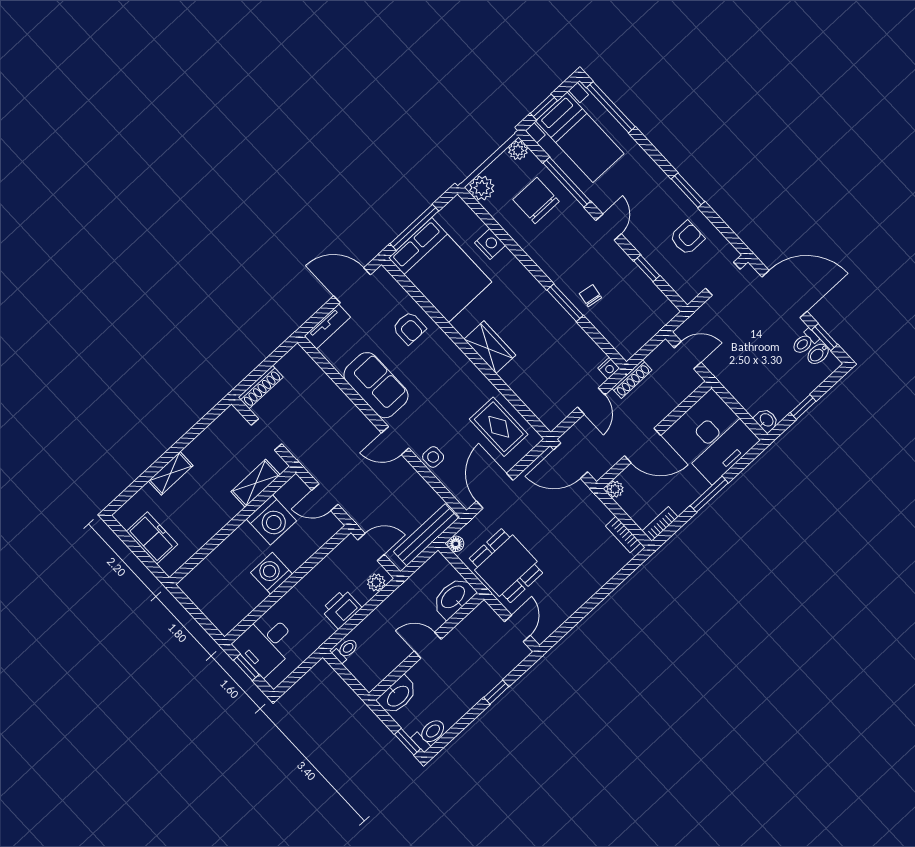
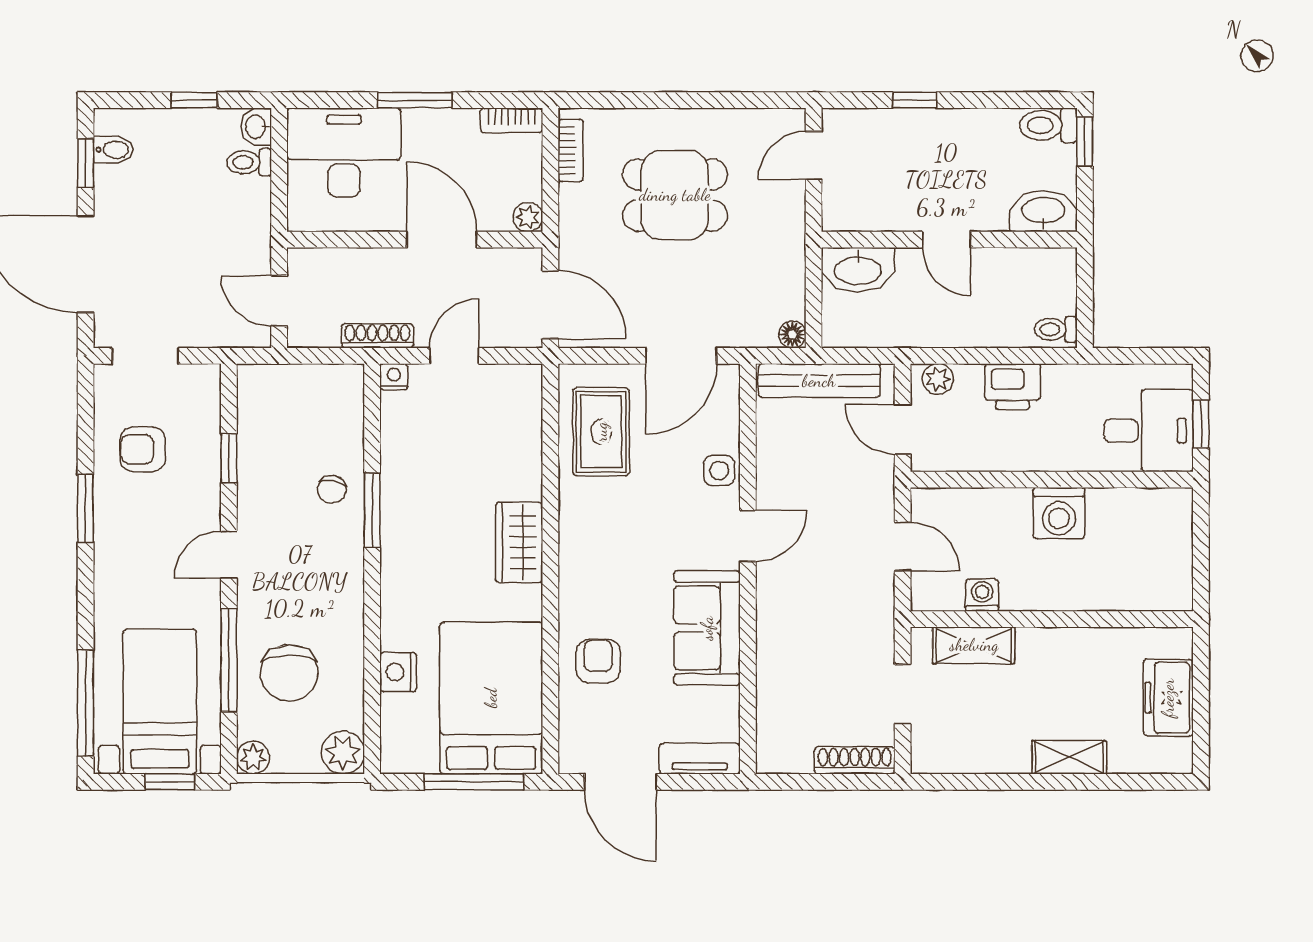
toilet: (805, 342) -> (249, 162), moved, turned 180
door: (395, 441) -> (748, 536), hinge flipped
washing machine: (271, 520) -> (982, 595), width x0.53, depth x0.53
dining table: (506, 566) -> (675, 195), moved, turned 90

